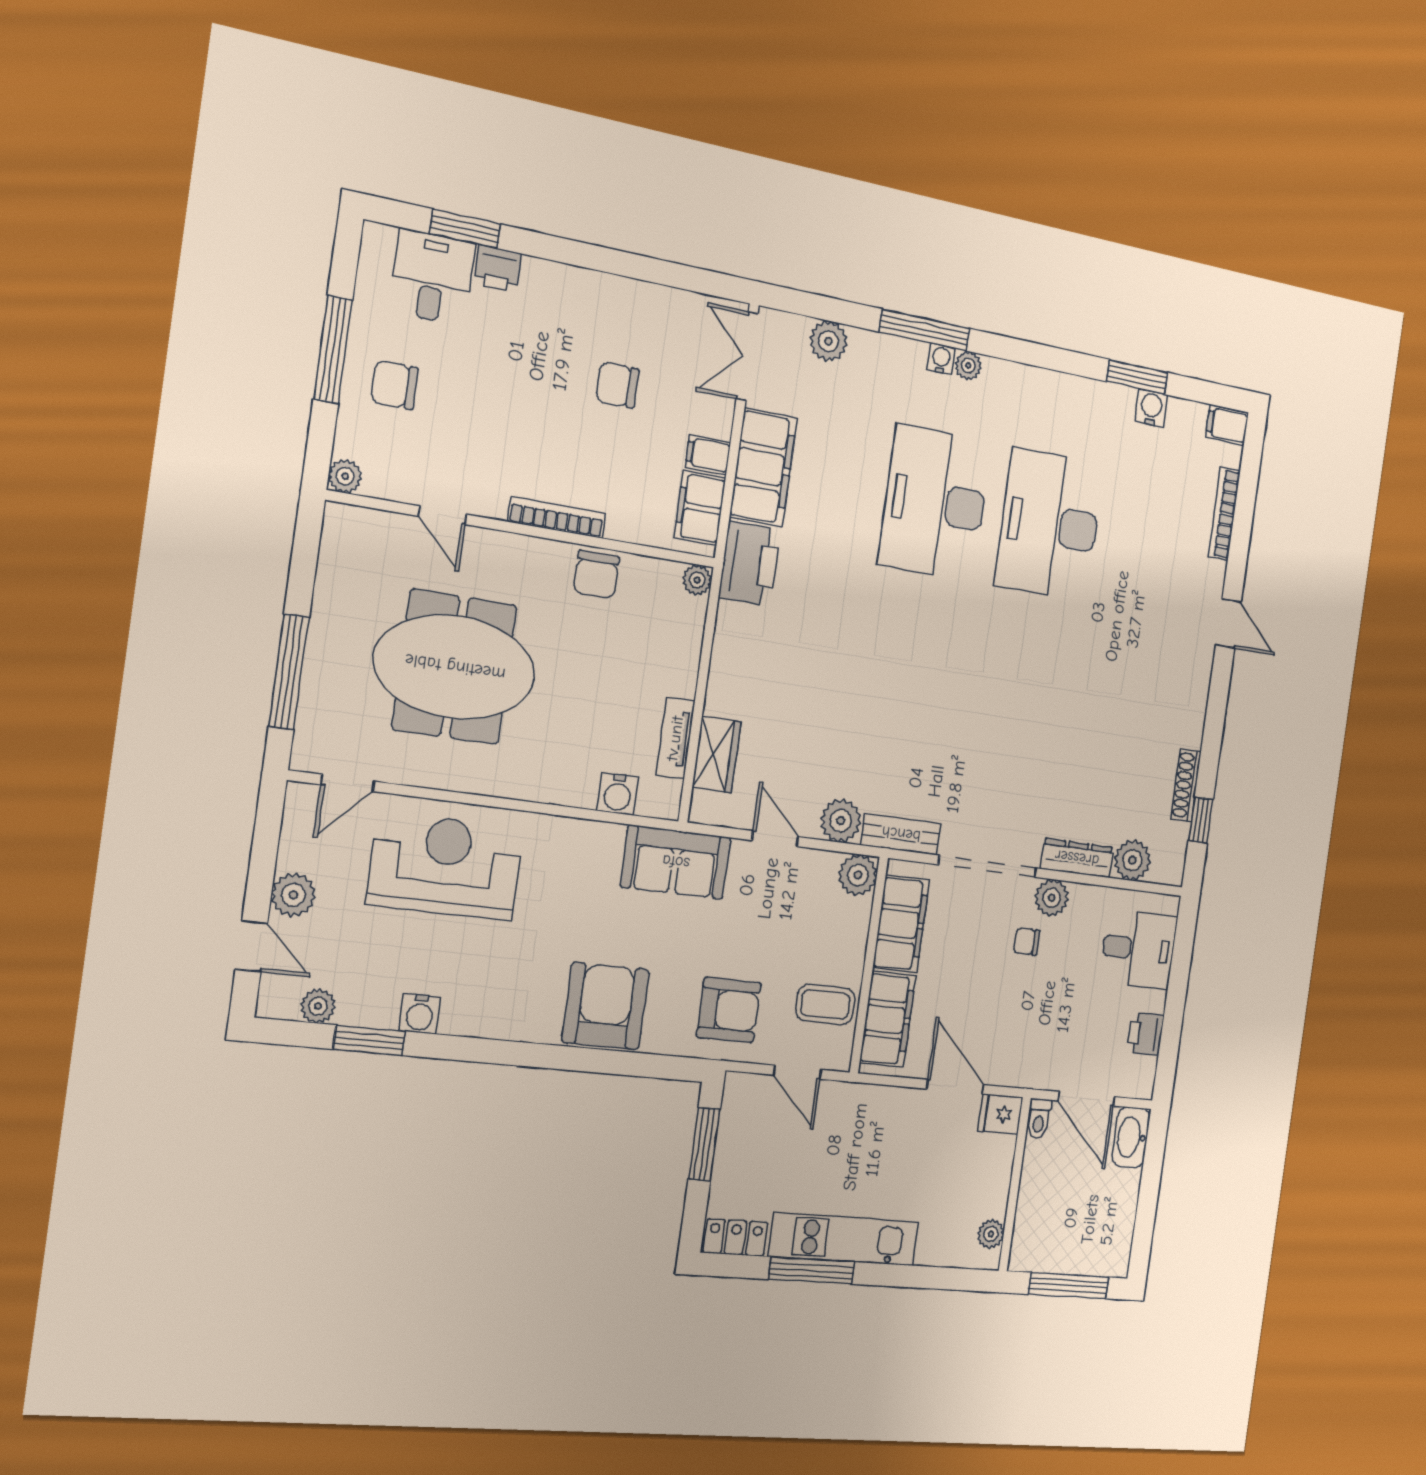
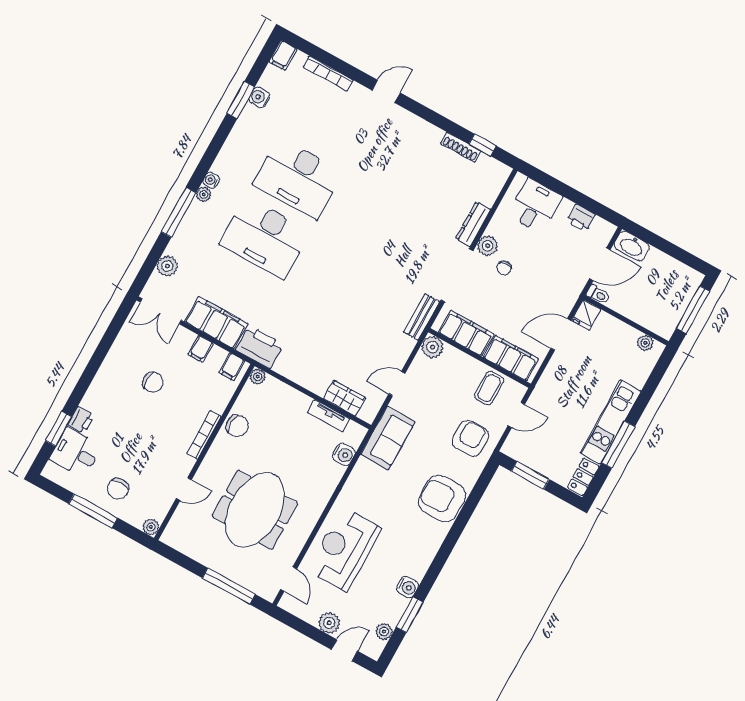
water cooler: (941, 359) -> (211, 180), moved
chair: (617, 385) -> (153, 382), turned -90
filing cabinet: (700, 508) -> (232, 367), width x0.50
plant: (841, 821) -> (402, 346), removed
plant: (1132, 860) -> (487, 193), removed

